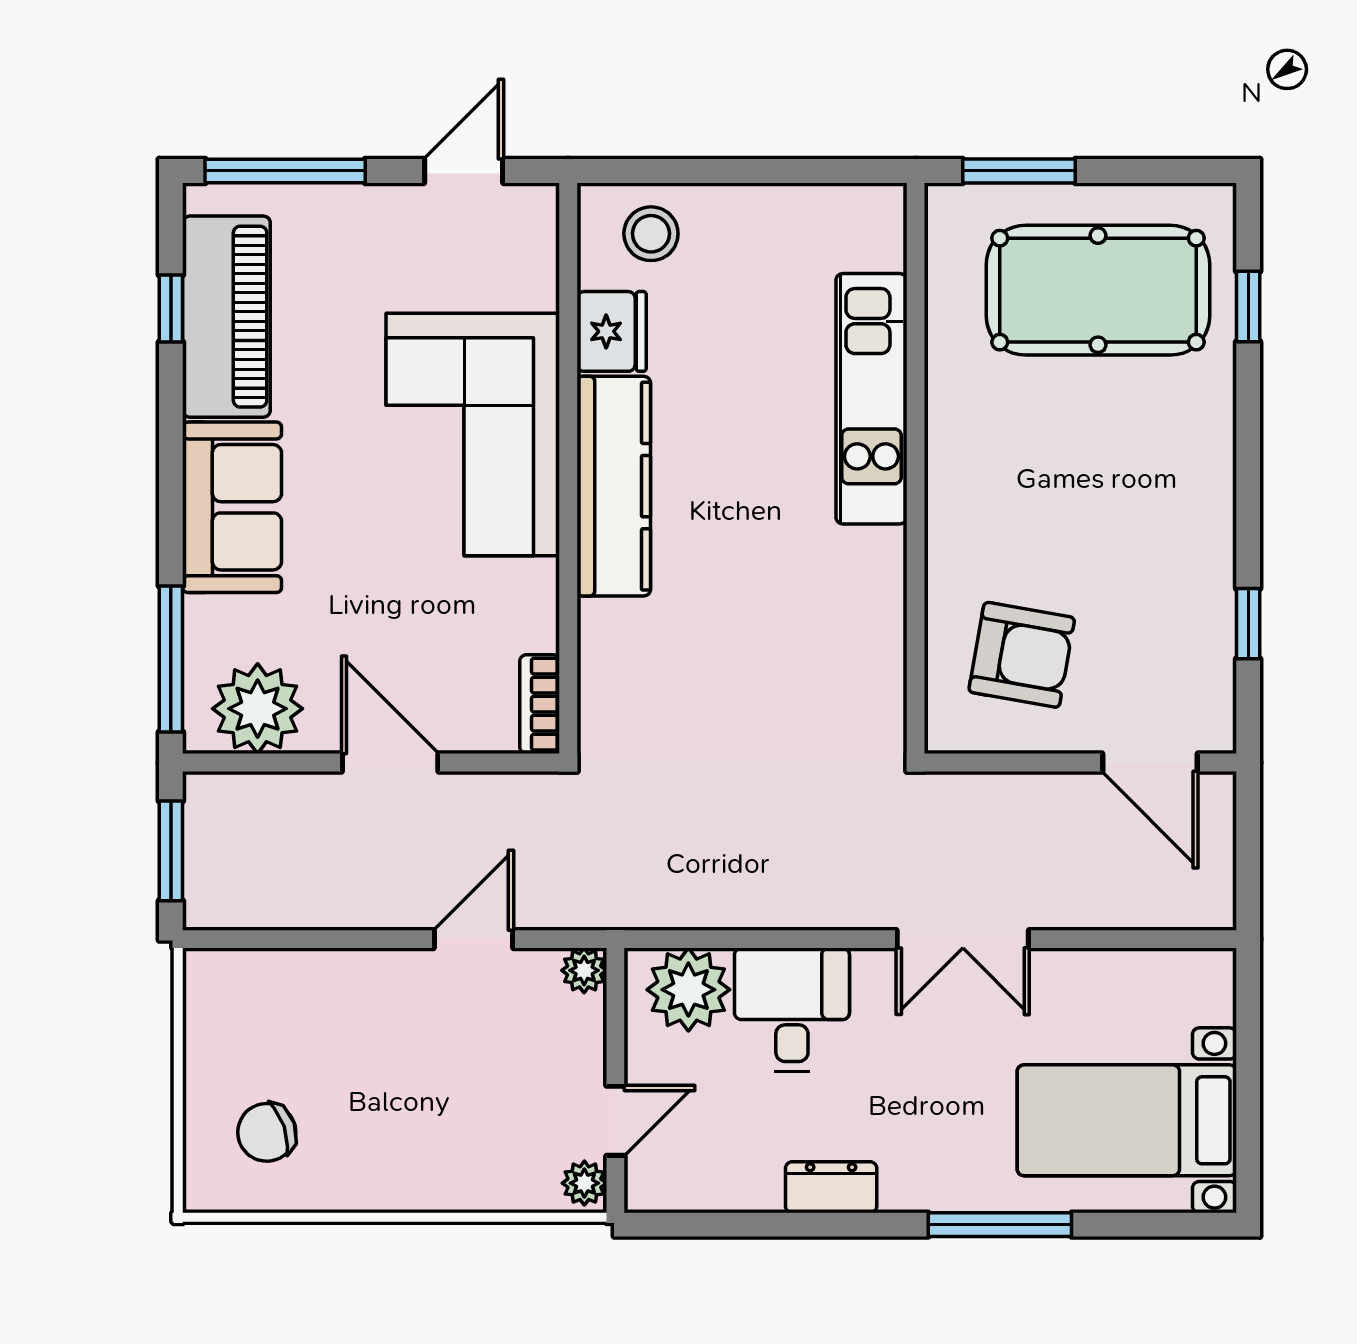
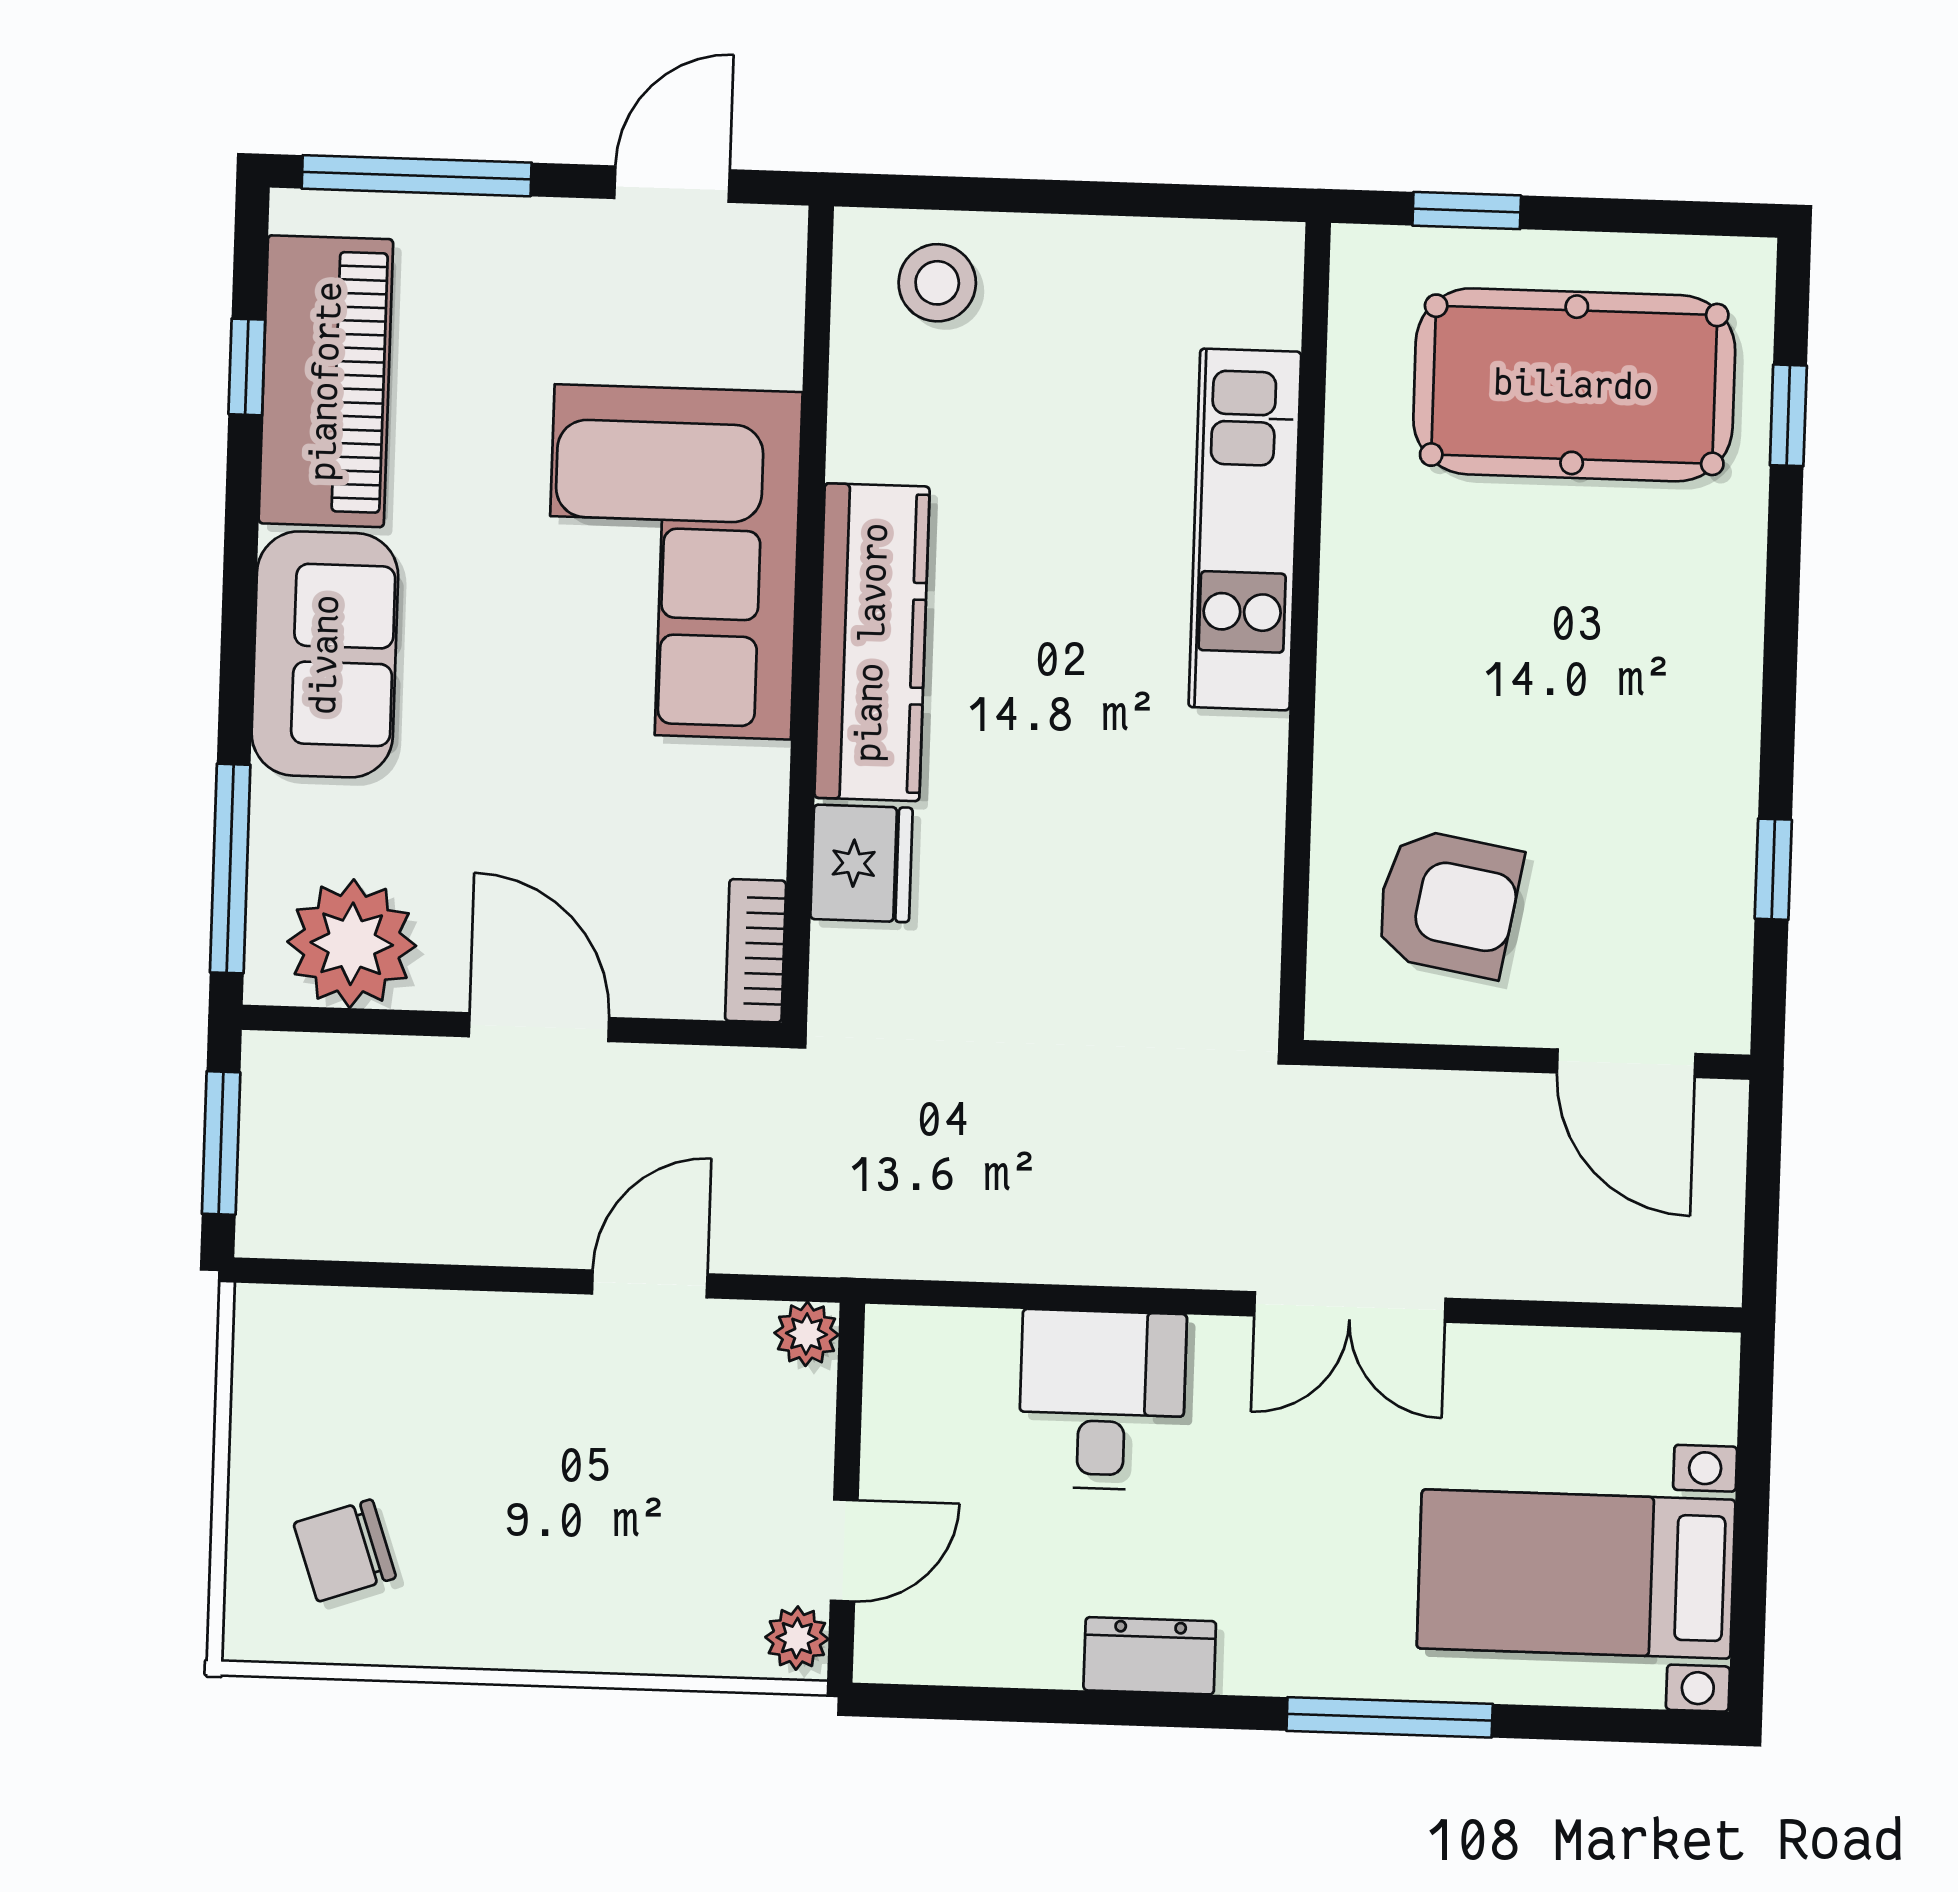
window: (1019, 171) -> (1467, 211), width x0.67
fridge: (612, 331) -> (862, 863), moved
plant: (688, 990) -> (955, 1366), removed

